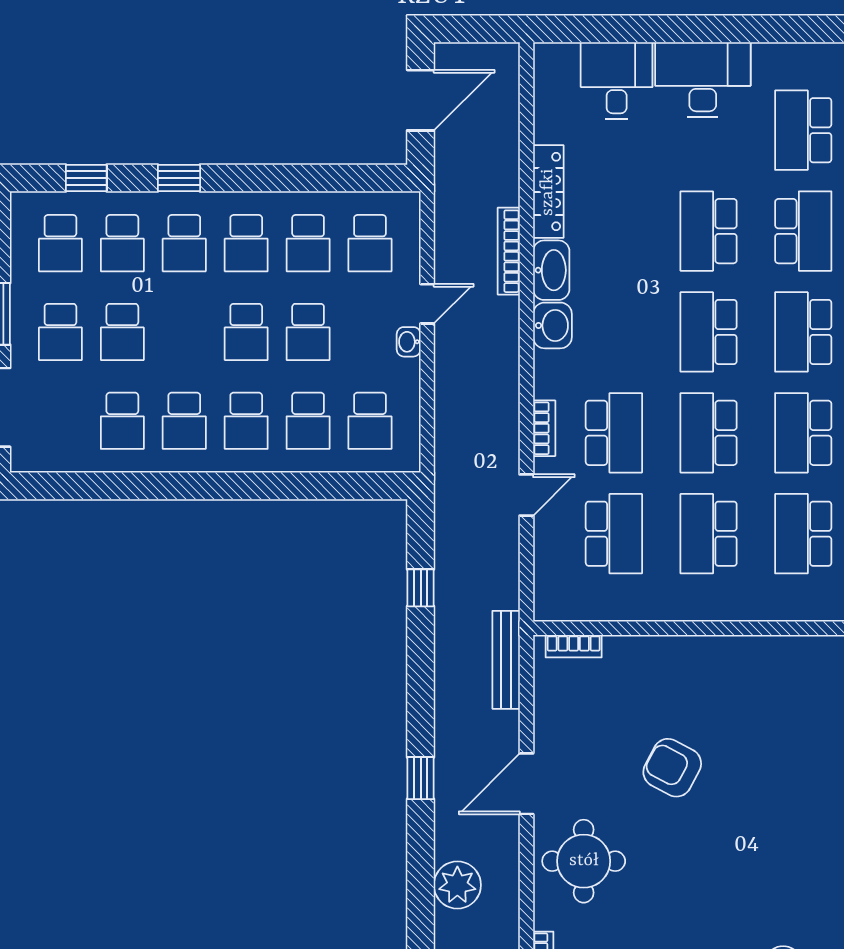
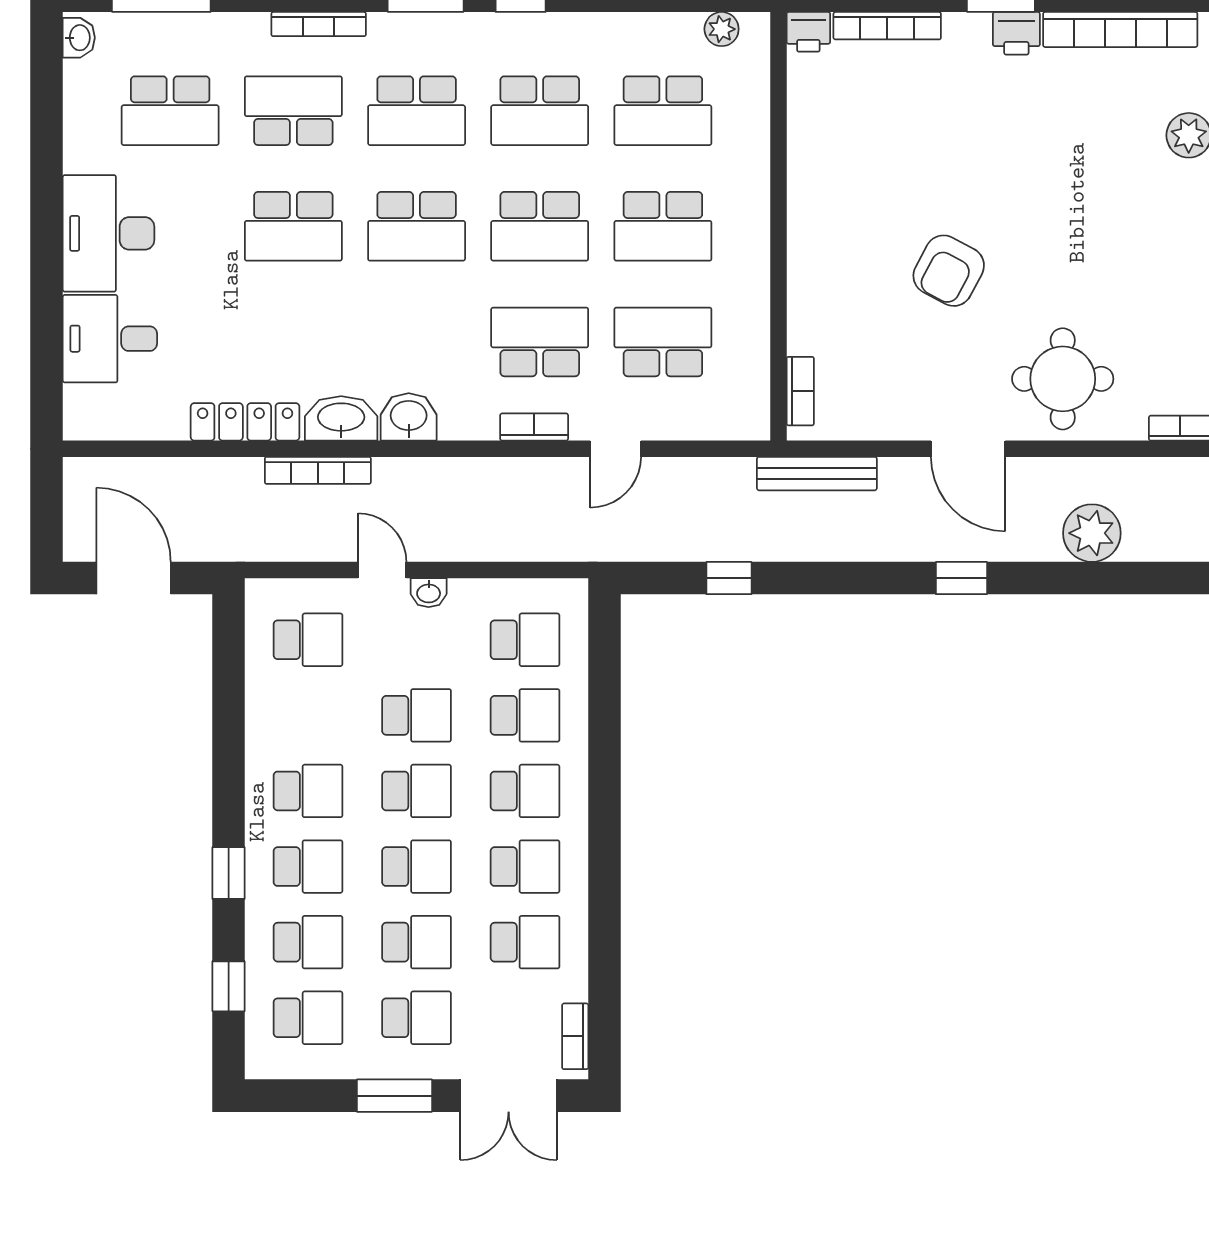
school desk: (308, 243) -> (417, 867), moved
bookcase: (45, 462) -> (575, 1036), added
door: (526, 495) -> (616, 449), swing flipped

